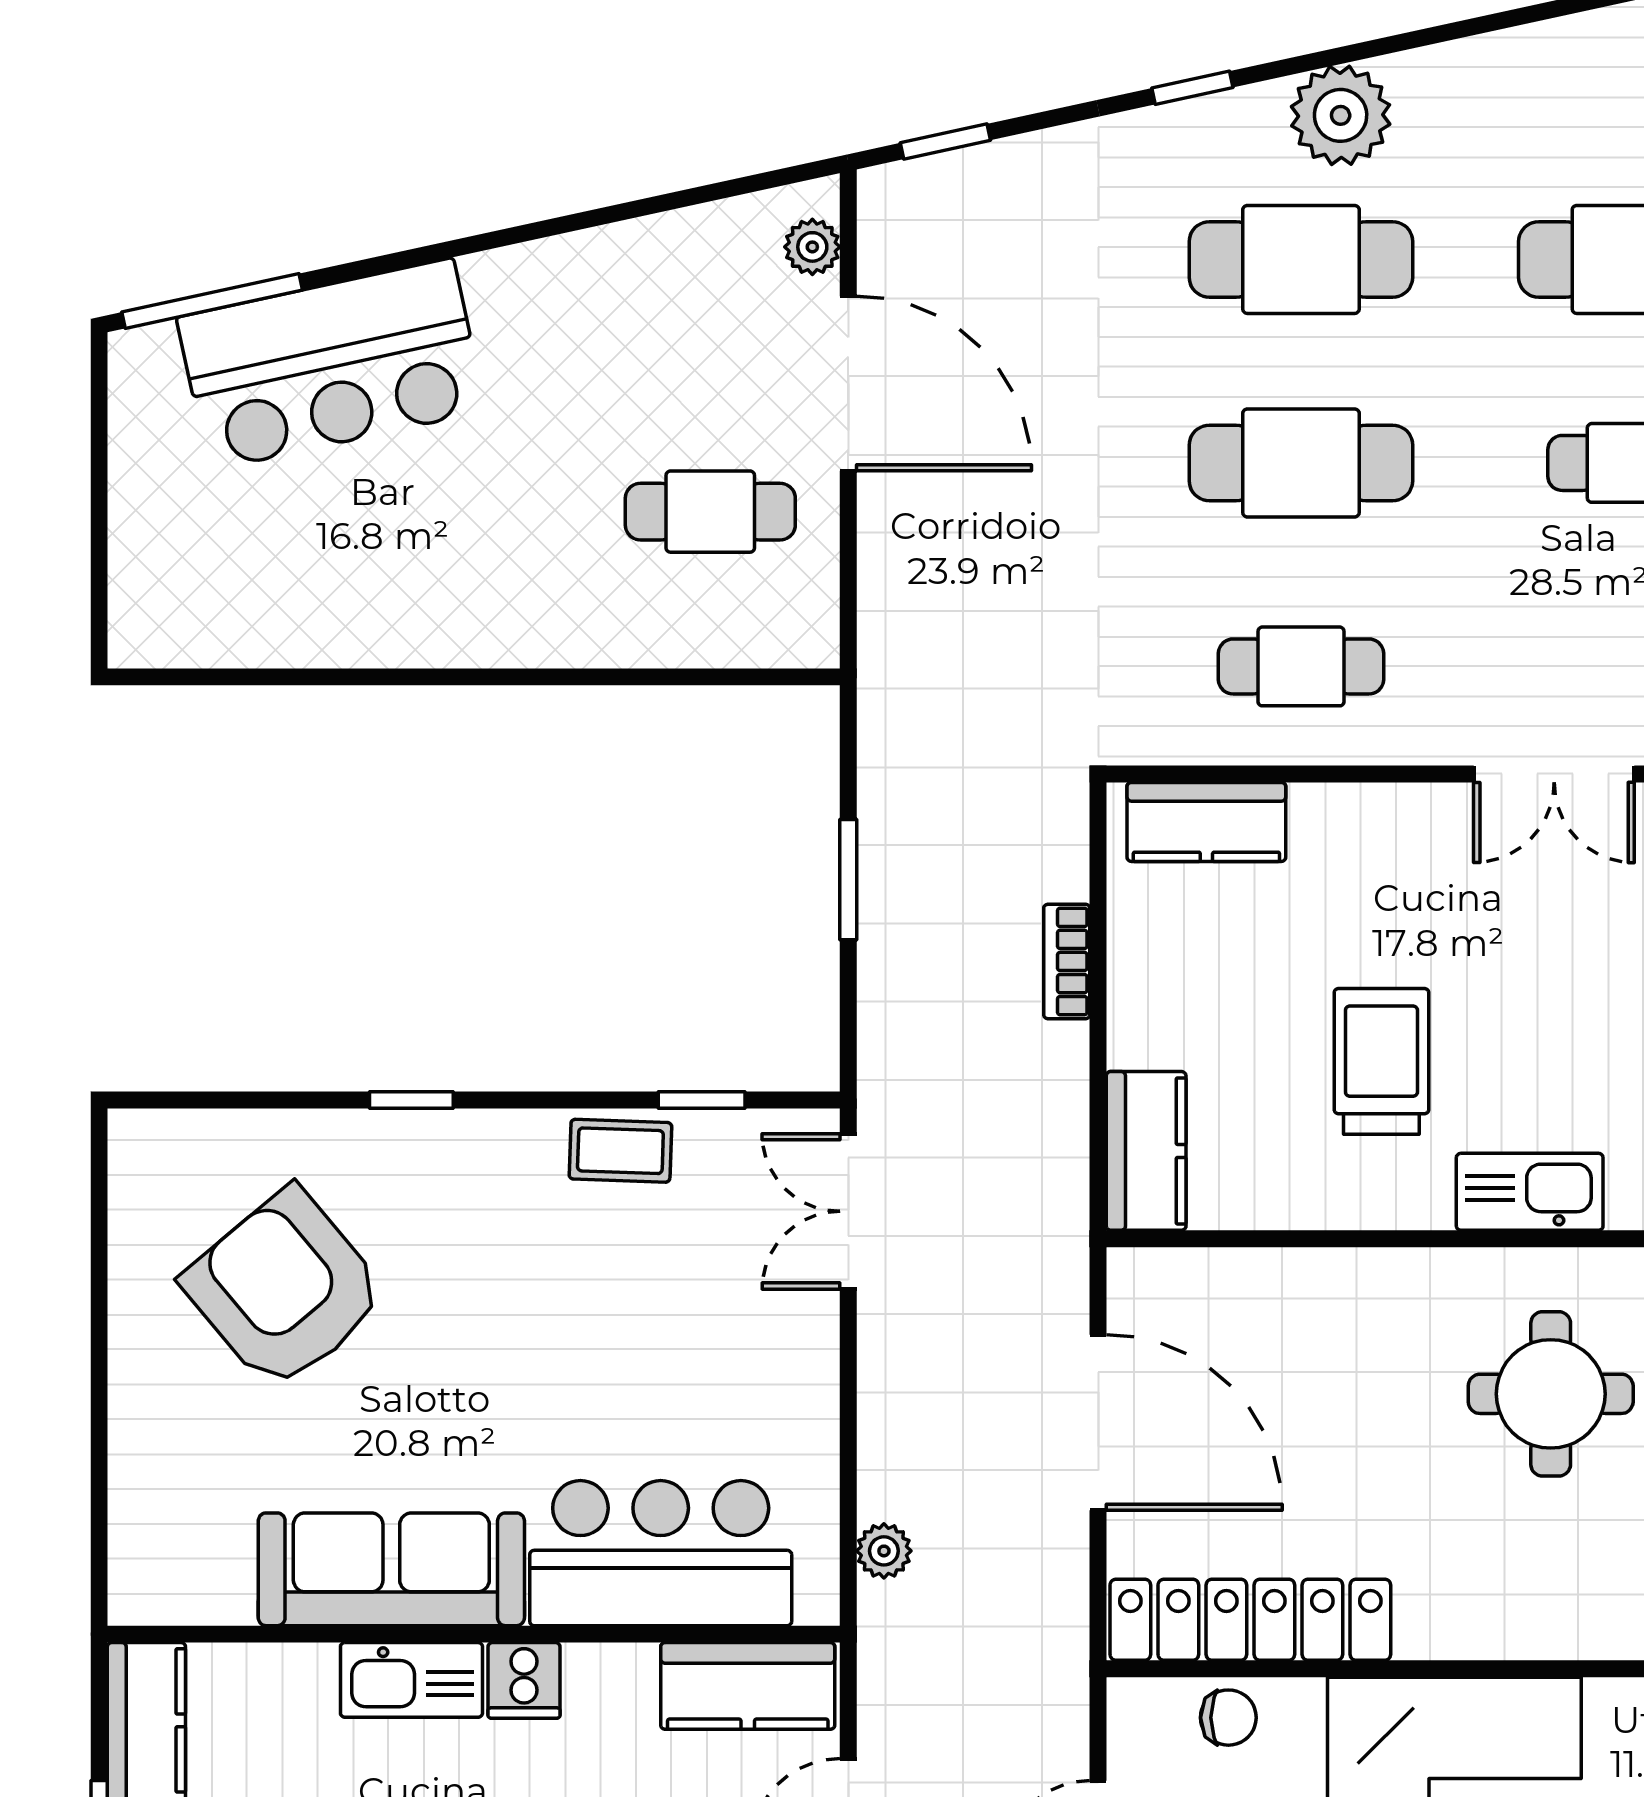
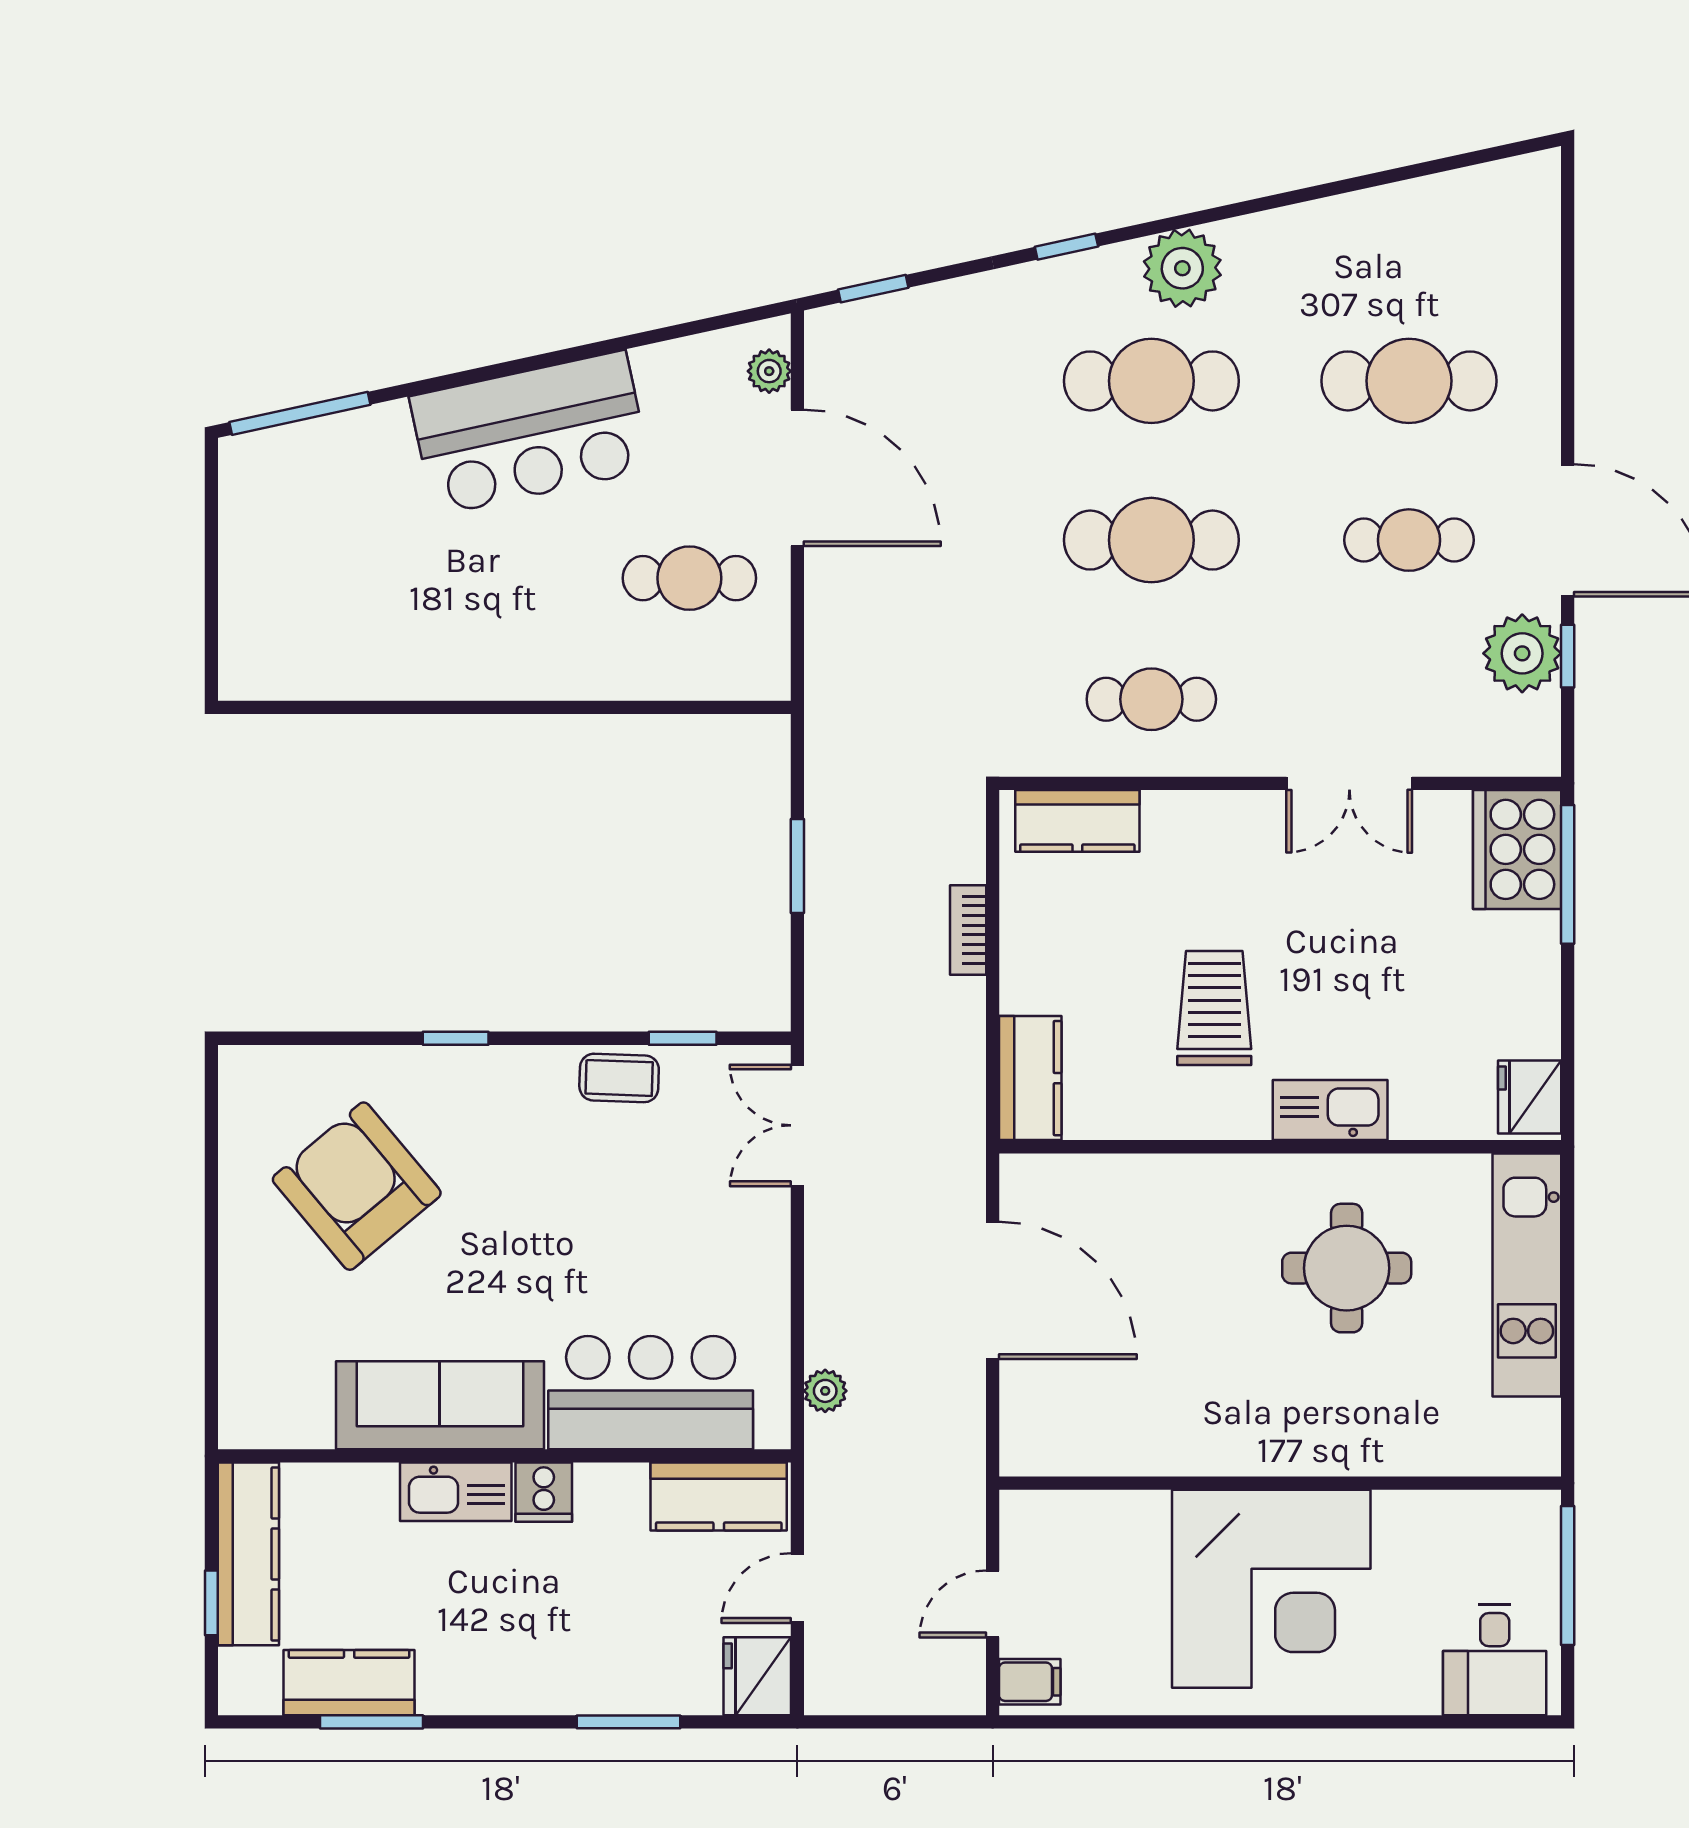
bar counter: (331, 364) -> (530, 433), moved
locker: (1250, 1620) -> (1112, 1445), removed
chair: (1228, 1718) -> (1095, 1521), removed

